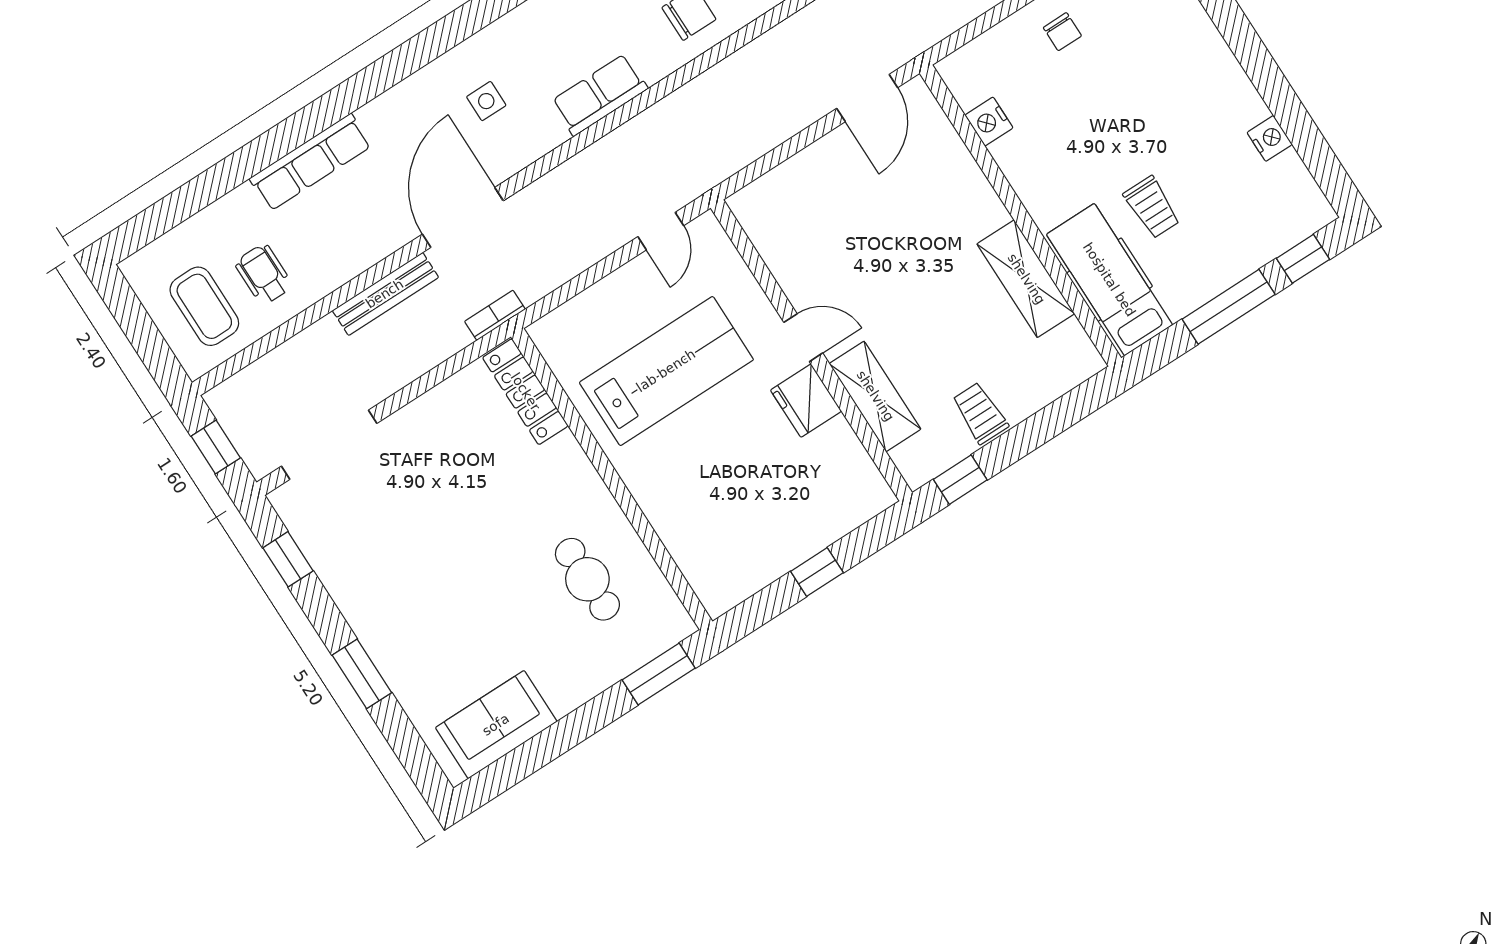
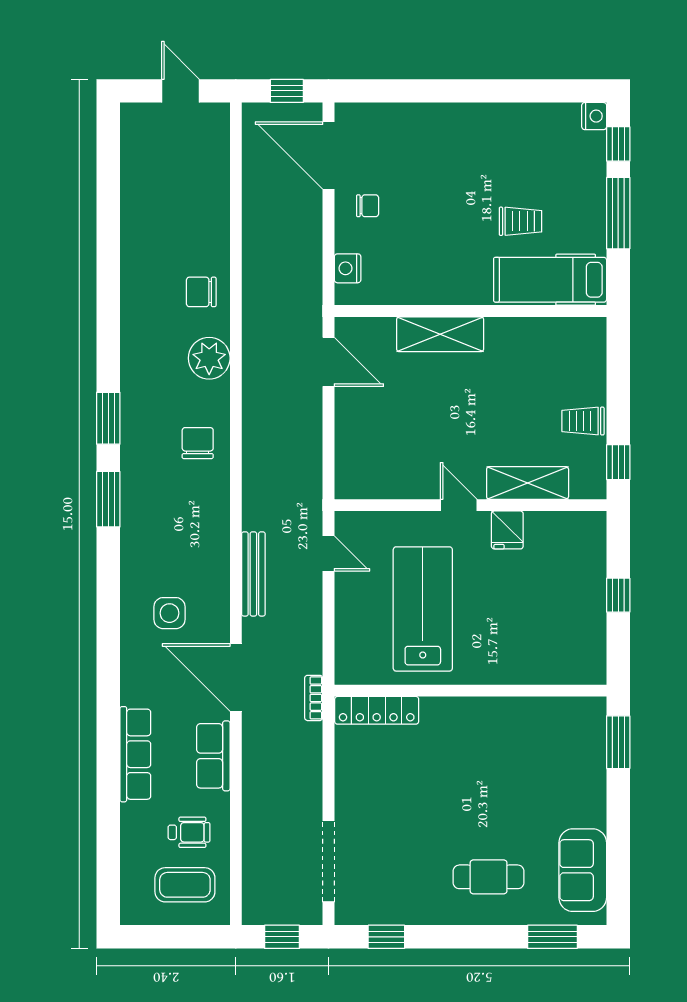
row of seats: (599, 95) -> (213, 756), moved
side table: (486, 101) -> (169, 613), width x1.37, depth x1.37
nightstand: (989, 122) -> (348, 268), moved, turned 90
nightstand: (1270, 138) -> (594, 116), moved, turned 90
wheelchair: (264, 274) -> (189, 832), turned 180
shelving: (1026, 279) -> (440, 334), moved
bench: (385, 294) -> (253, 574), moved
door: (803, 338) -> (459, 505), hinge flipped
fridge: (806, 401) -> (507, 530), width x0.72
cafe table: (587, 579) -> (489, 877), moved
window: (362, 674) -> (552, 937), moved

